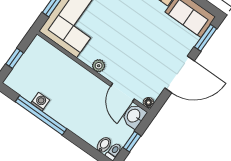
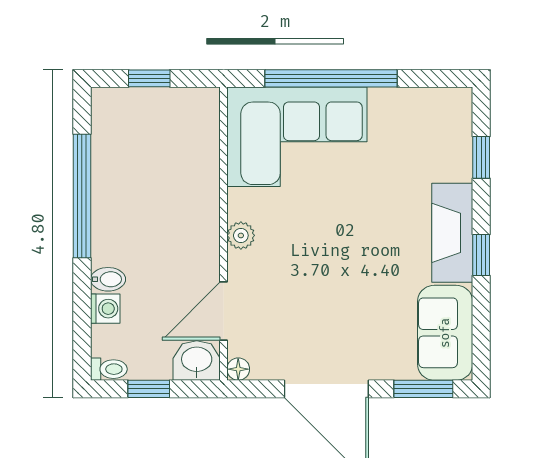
washing machine: (40, 102) -> (105, 309), moved
bidet: (104, 145) -> (108, 279), moved

